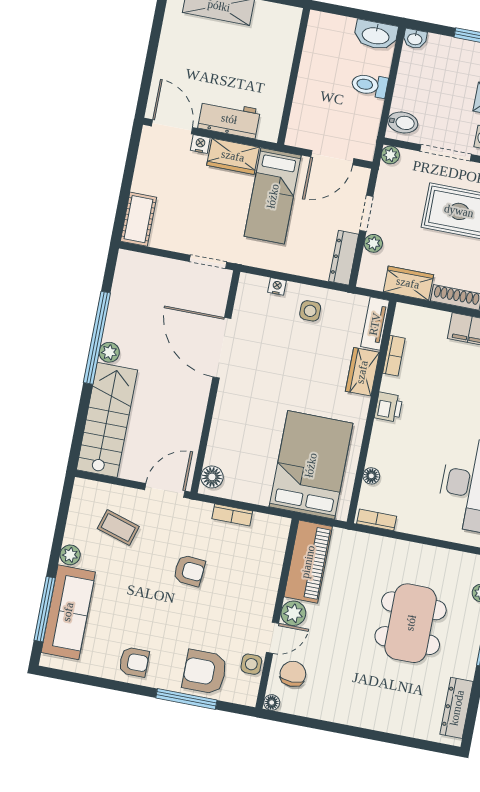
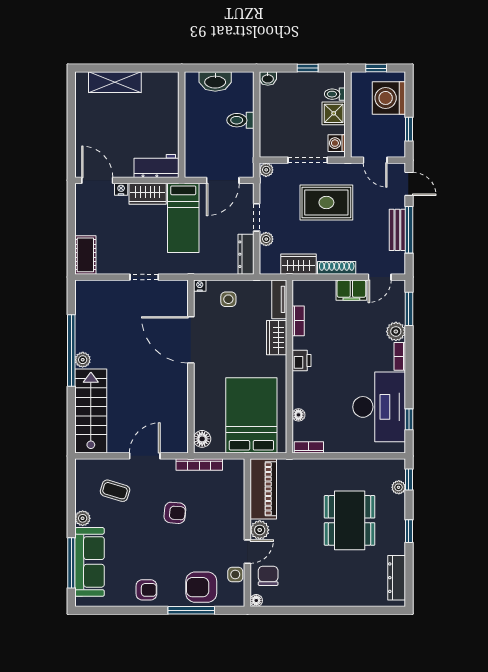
washbasin: (376, 35) -> (215, 81), moved
workbench: (229, 119) -> (157, 166), moved
bidet: (403, 122) -> (271, 144), removed
door: (222, 348) -> (191, 340), moved
wall: (215, 382) -> (191, 366), moved
floor lamp: (212, 477) -> (202, 439), moved
bookcase: (232, 515) -> (199, 465), width x1.56

